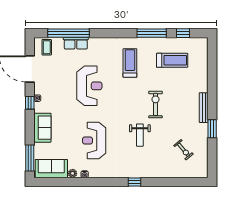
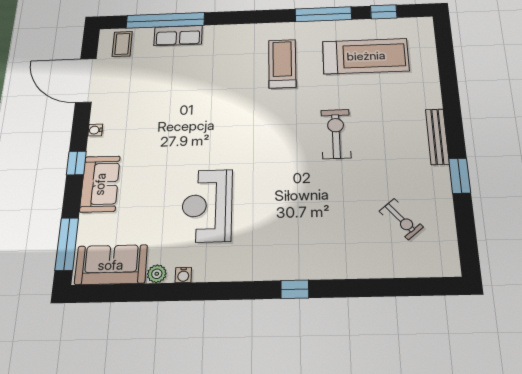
treadmill: (172, 60) -> (366, 56), width x1.37, depth x1.38
reception desk: (89, 86) -> (201, 105), removed
window: (30, 103) -> (76, 163), moved
weight bench: (140, 135) -> (305, 192), removed

